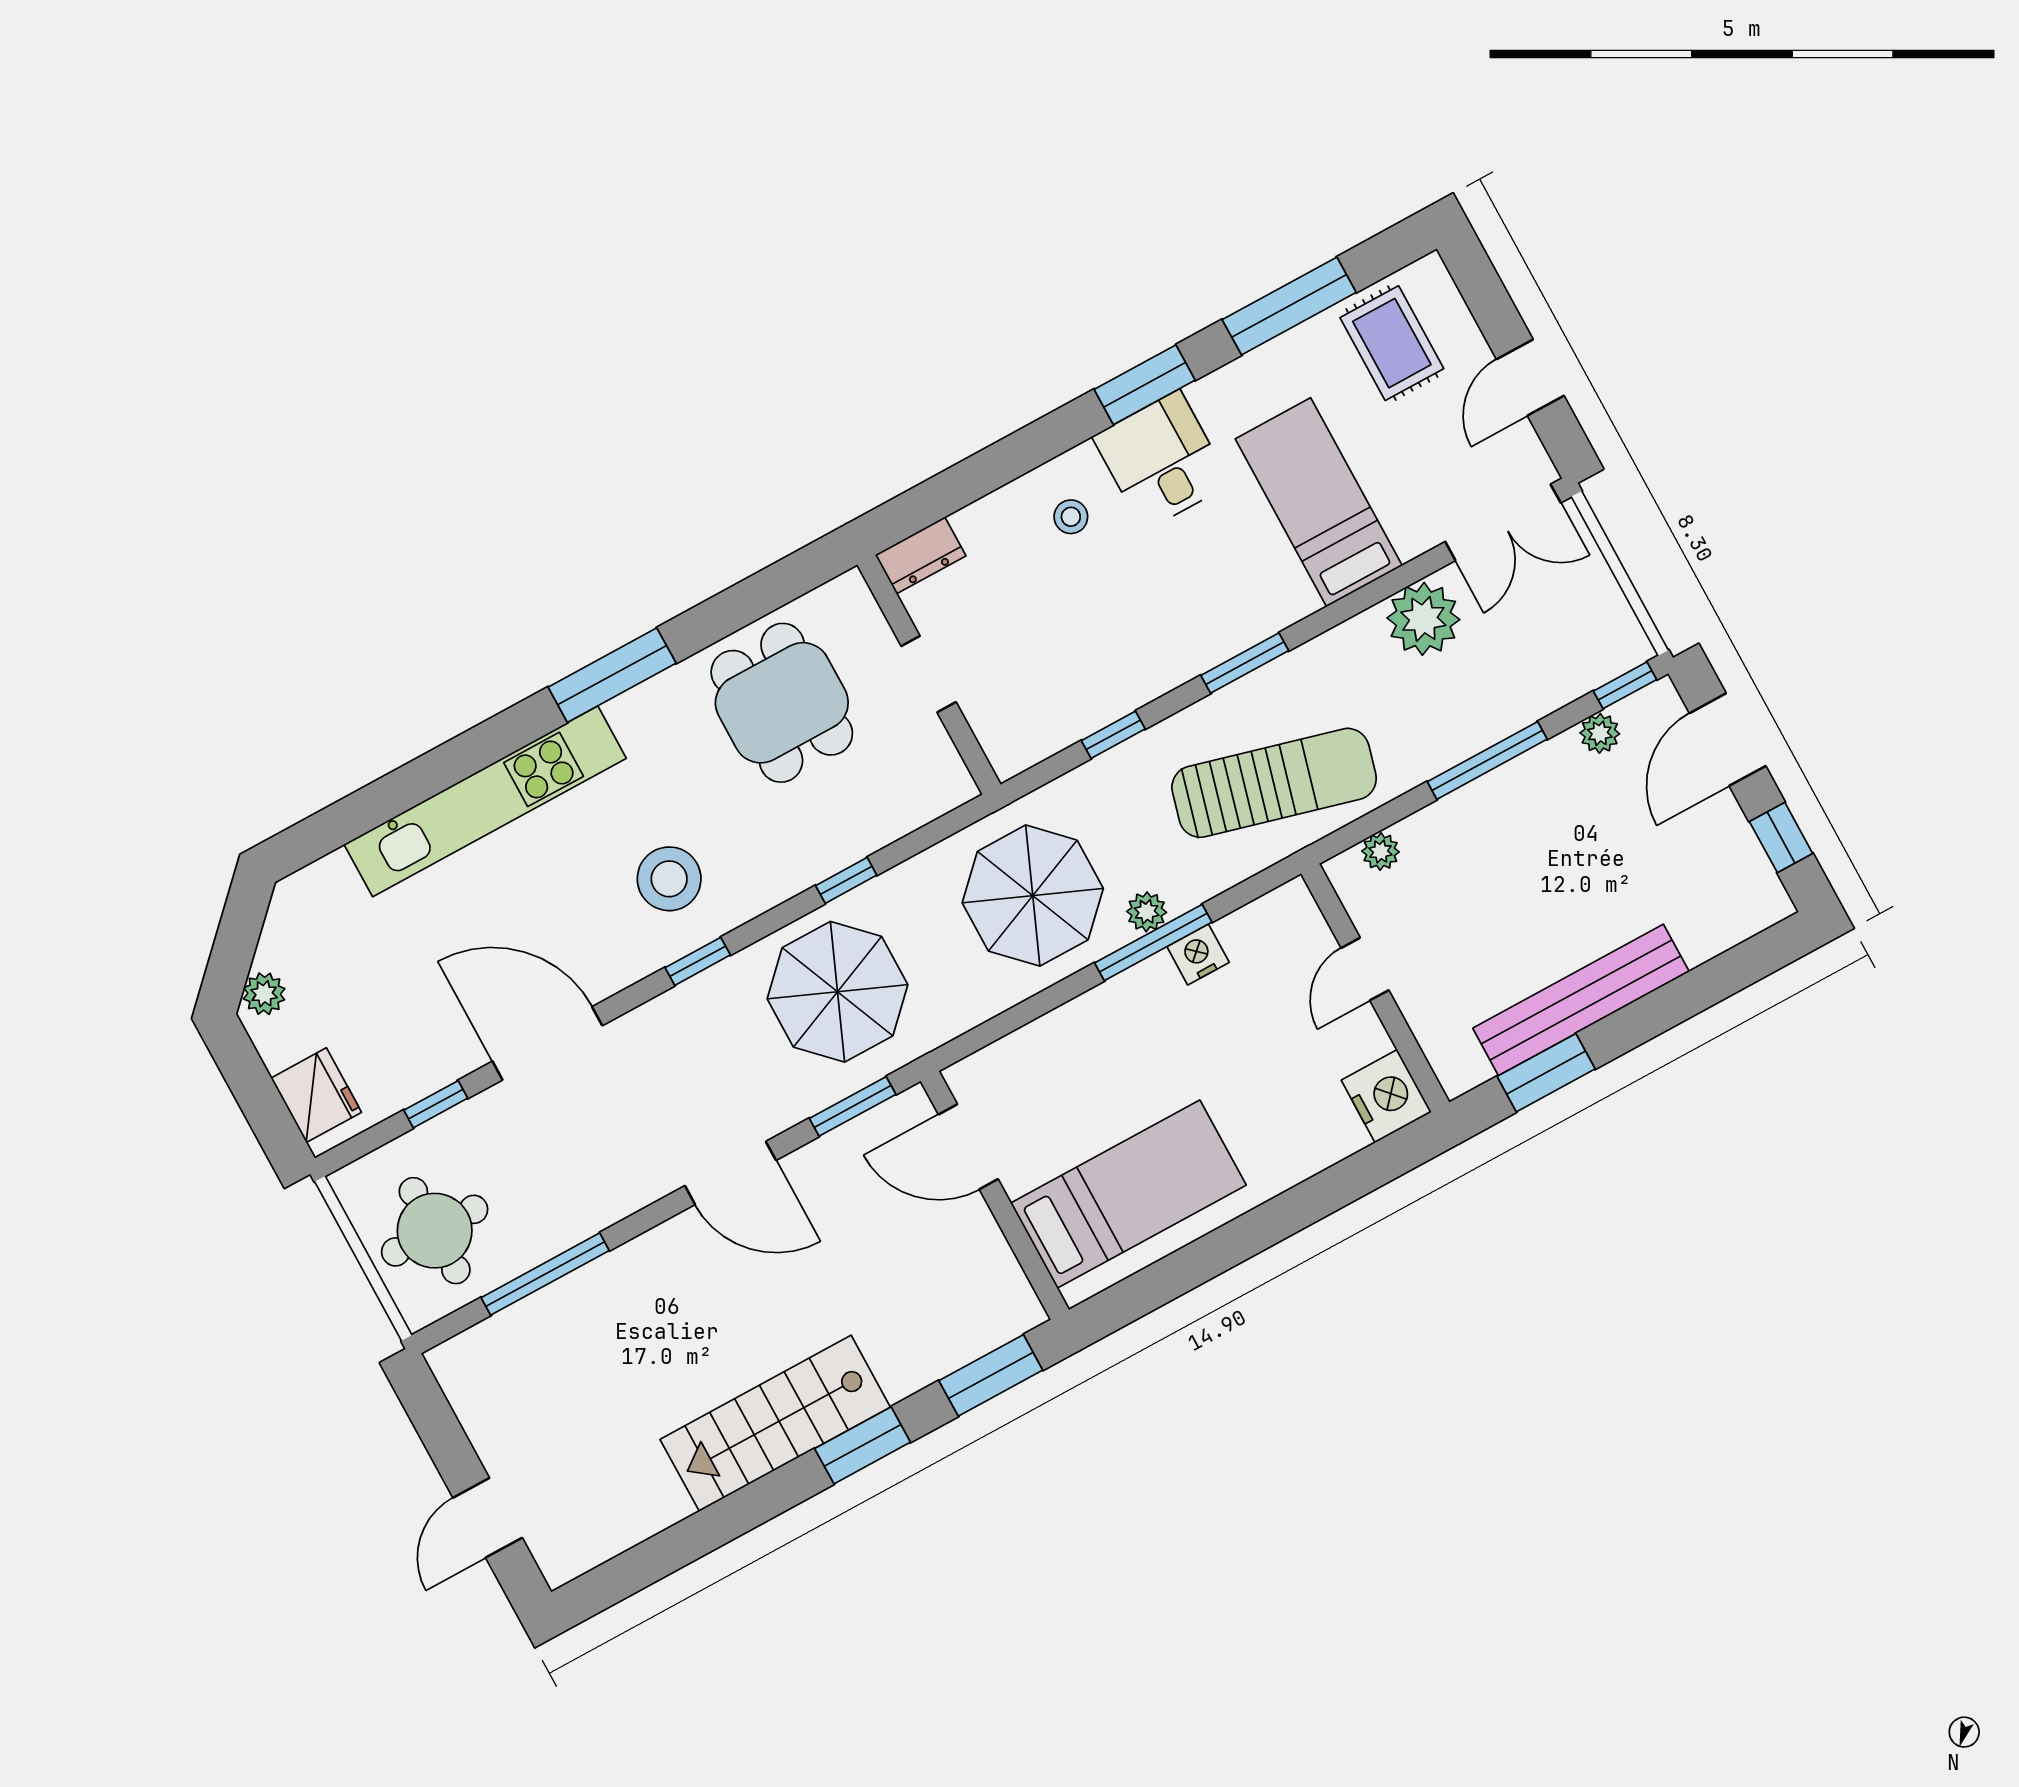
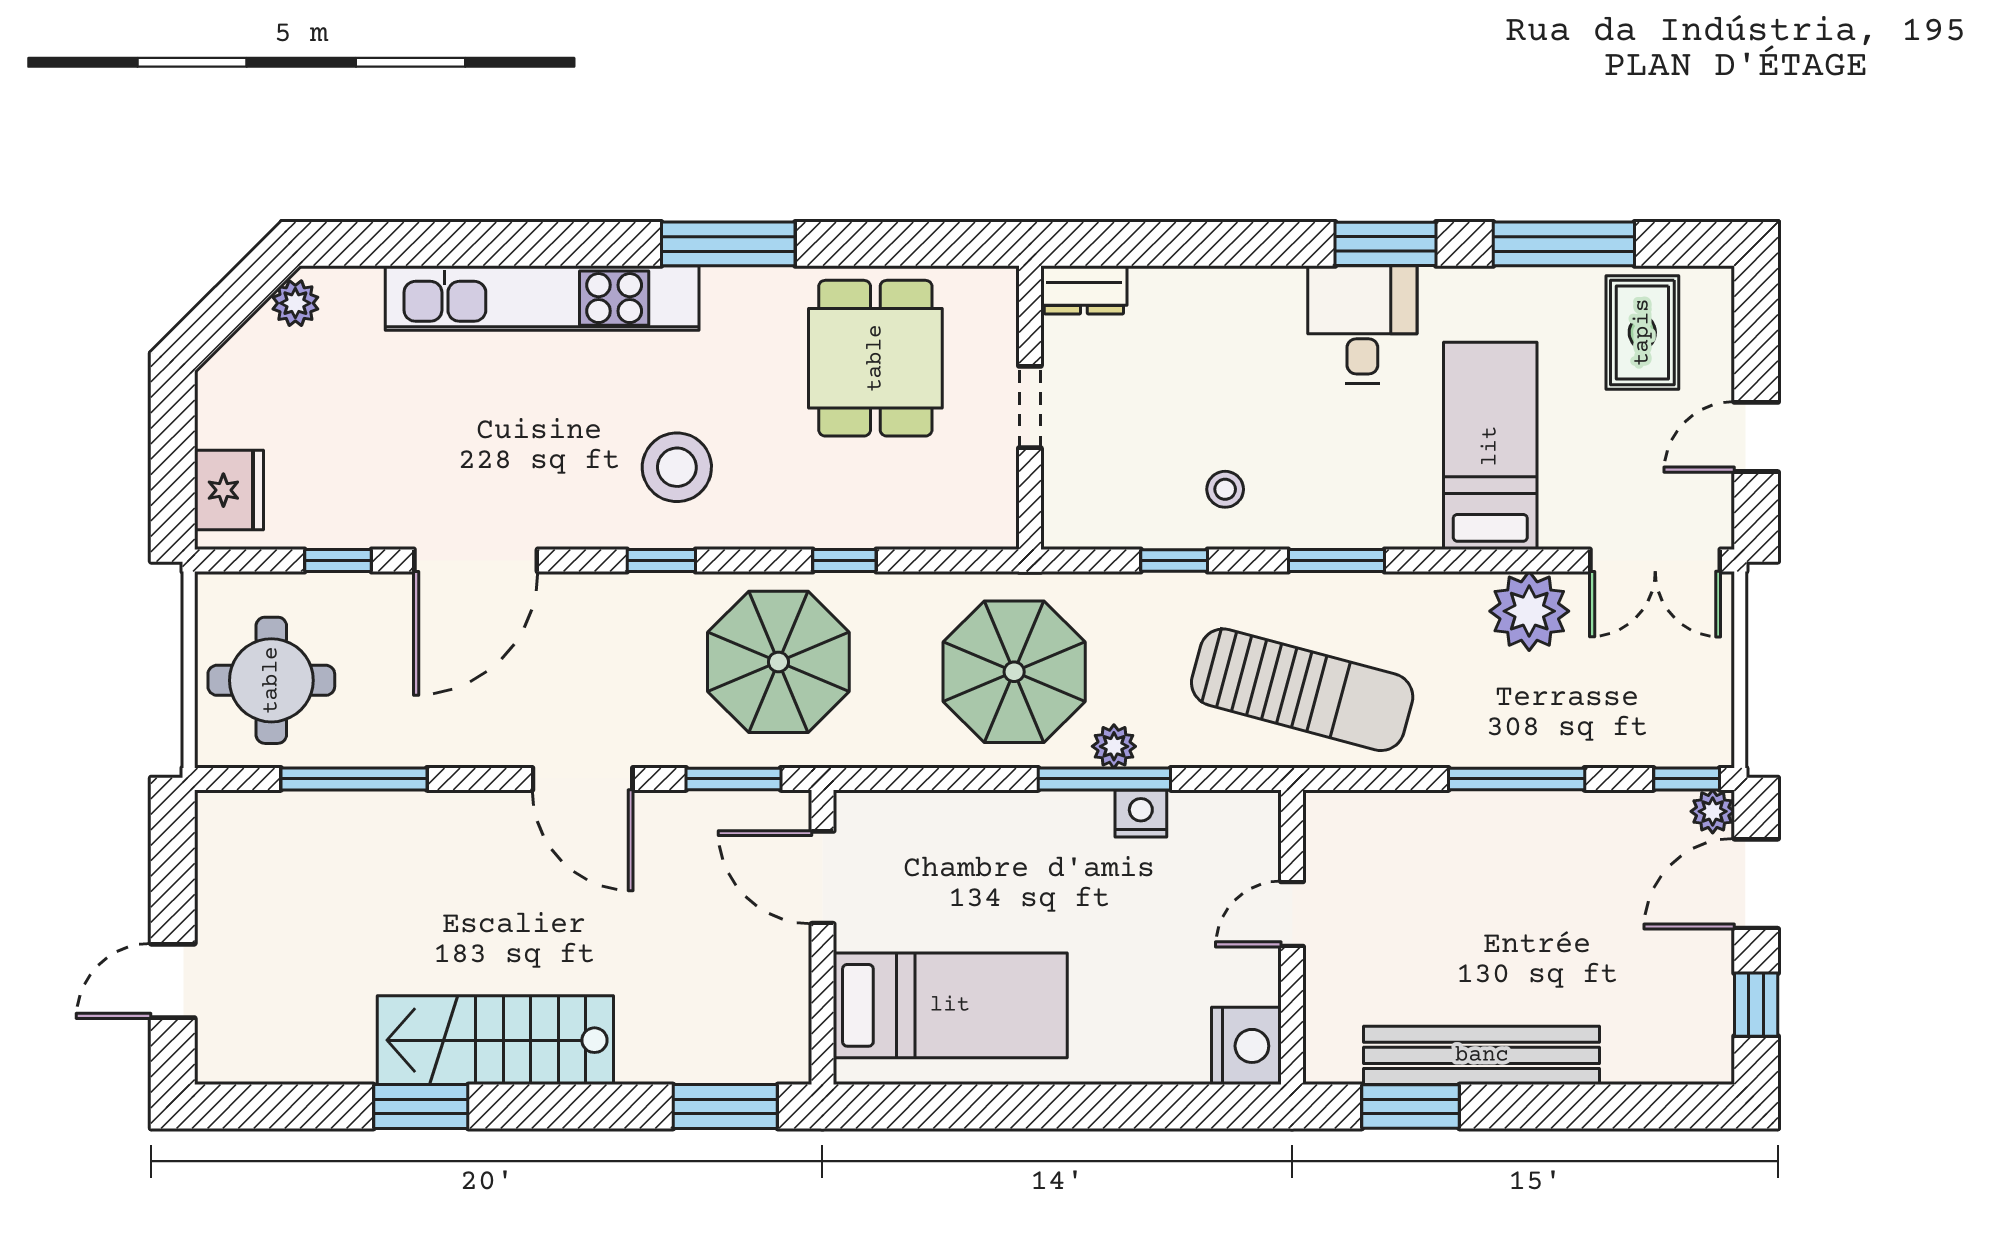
stool: (1071, 517) -> (1225, 489), moved
plant: (1600, 733) -> (1713, 811), moved
plant: (1381, 852) -> (1368, 810), removed
plant: (264, 994) -> (295, 303), moved
door: (547, 1043) -> (476, 561), swing flipped
window: (863, 1445) -> (421, 1107), moved

